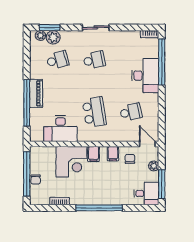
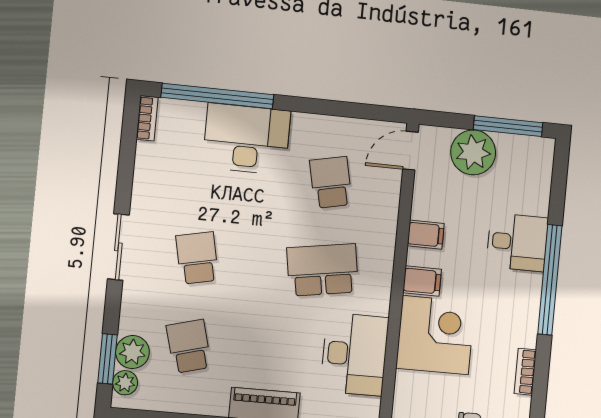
chair: (130, 159) -> (442, 195), removed
plant: (154, 166) -> (473, 152), width x1.88, depth x1.88
desk: (146, 193) -> (517, 242), moved, turned 90

